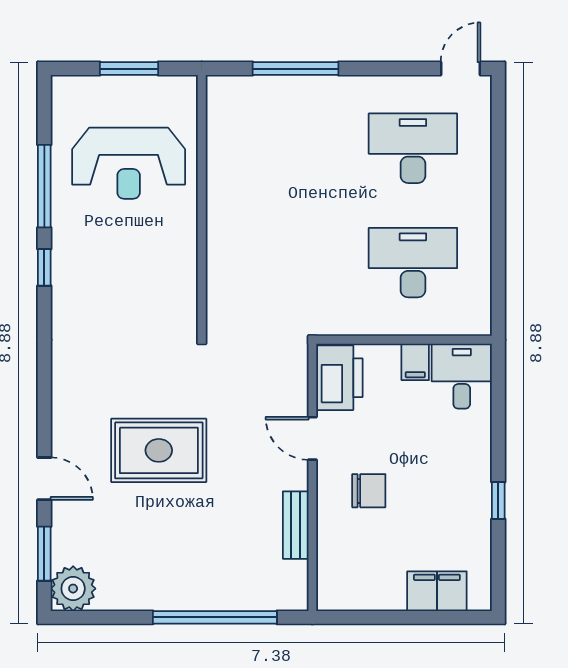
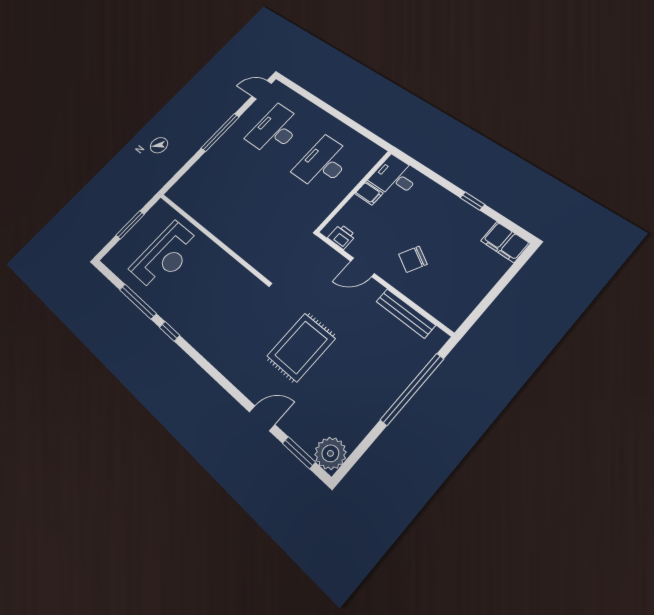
window: (295, 69) -> (220, 133), moved
door: (460, 69) -> (262, 90), hinge flipped
printer: (339, 378) -> (342, 237), width x0.53, depth x0.68
chair: (369, 491) -> (413, 259), turned -151
bench: (296, 525) -> (405, 313), width x1.36
filing cabinet: (437, 591) -> (505, 242), moved, turned -90

